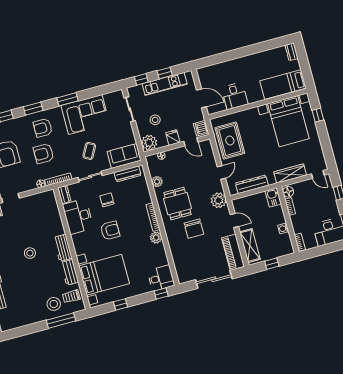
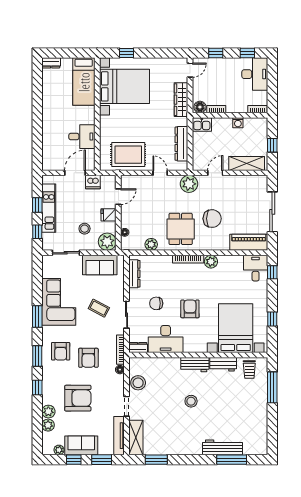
dishwasher: (201, 128) -> (93, 182), moved
sofa: (124, 156) -> (100, 265), moved, turned -90
dining table: (177, 204) -> (181, 229), turned 90
piano: (233, 252) -> (249, 242), moved, turned 180
stool: (54, 304) -> (138, 383), moved

